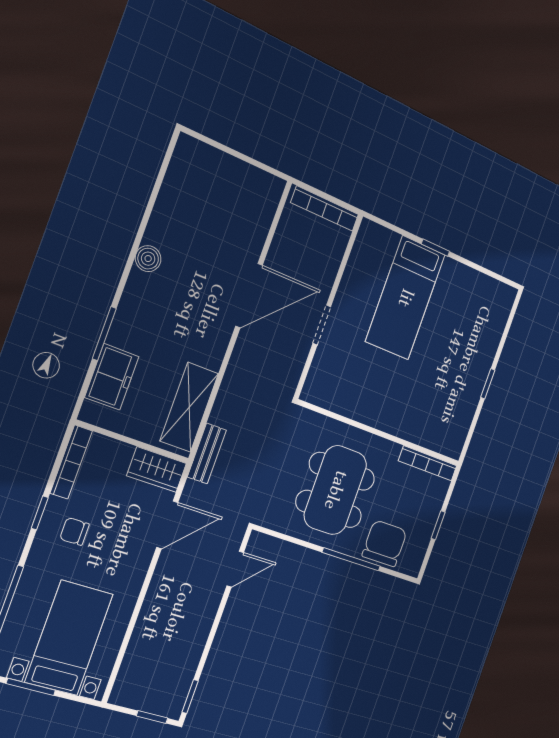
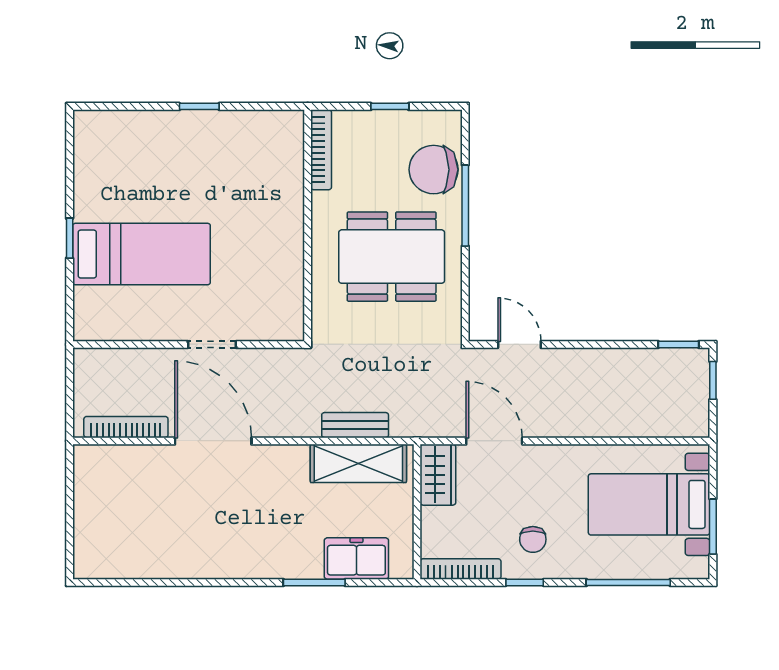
bookcase: (325, 209) -> (126, 427), moved, turned -90
boiler: (148, 259) -> (219, 565), removed
bench: (207, 453) -> (355, 425), moved

